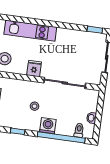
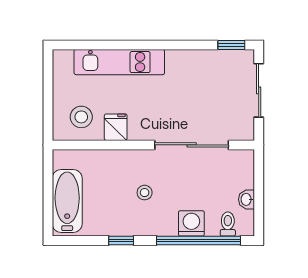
fridge: (34, 69) -> (116, 127), moved
washing machine: (48, 126) -> (191, 223), moved

